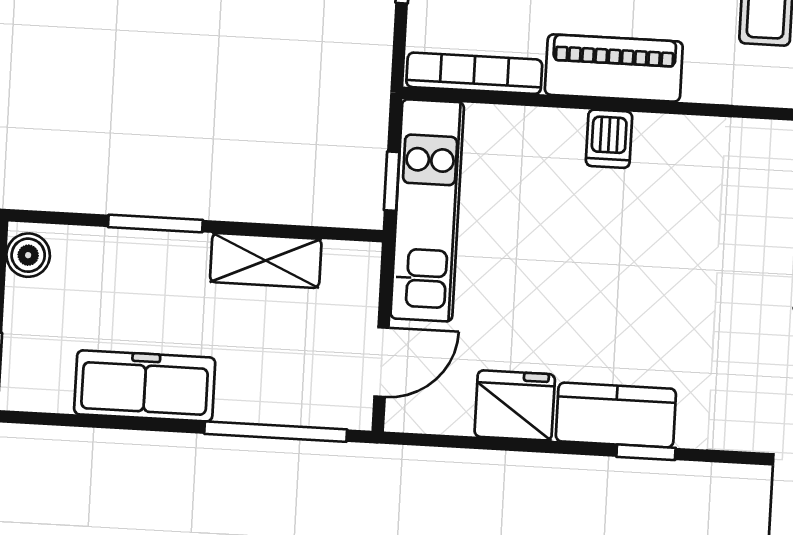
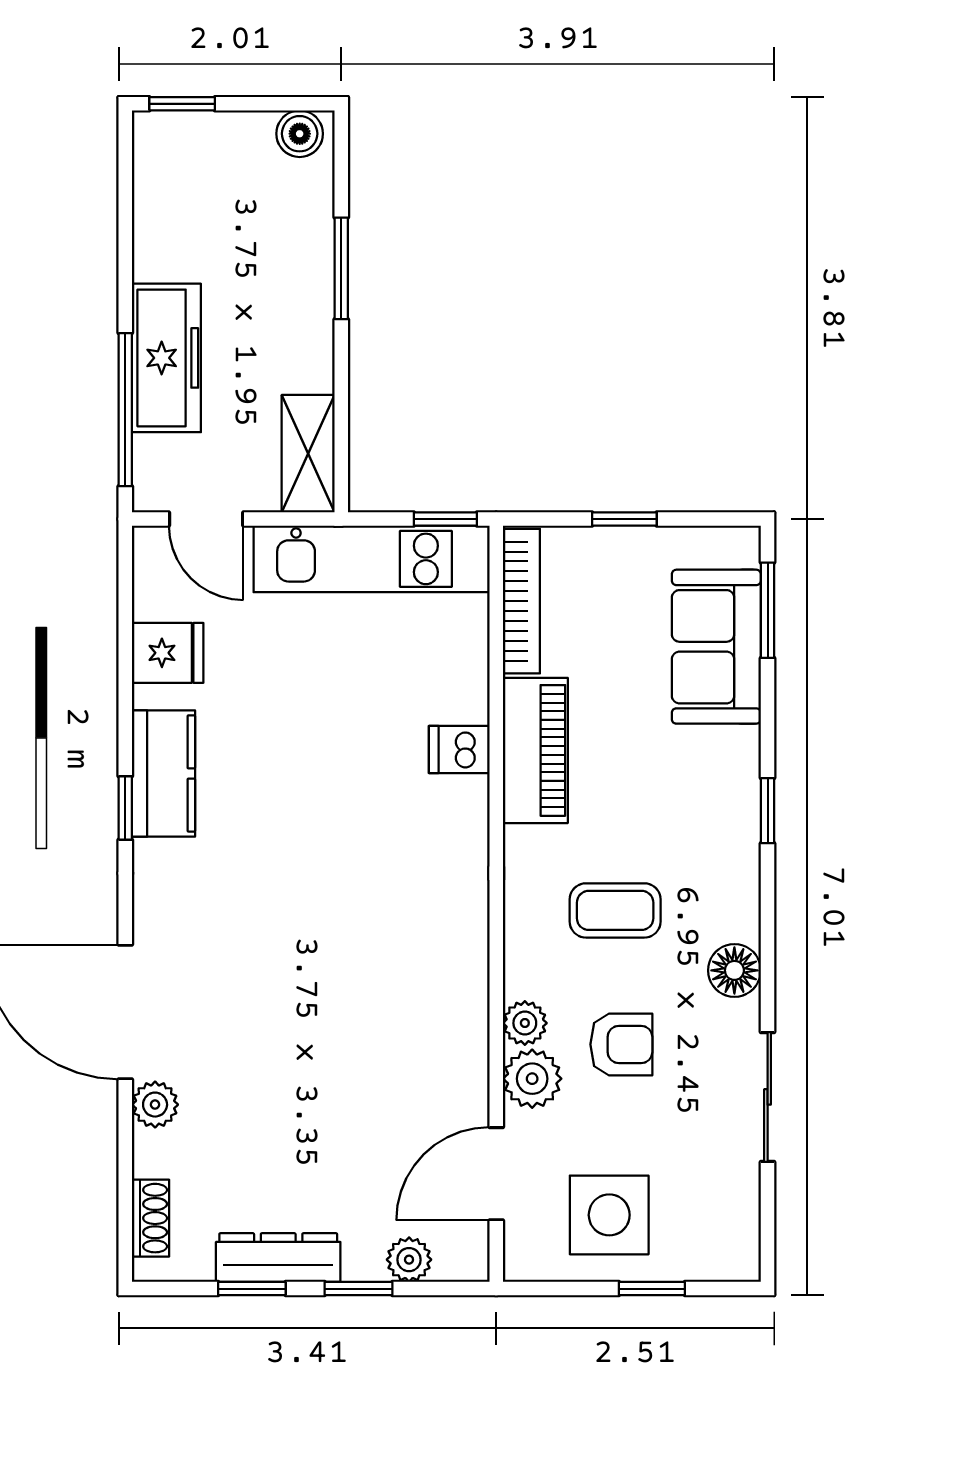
window: (392, 181) -> (445, 519), moved
shelving: (266, 261) -> (308, 454), moved
freezer: (145, 386) -> (166, 358), moved
fridge: (515, 405) -> (168, 653), width x0.72

